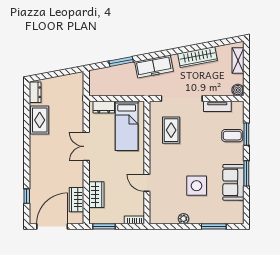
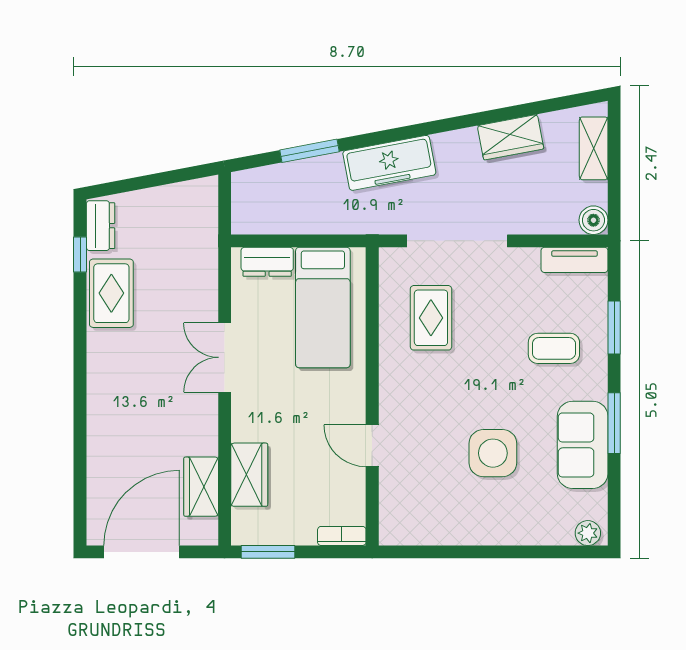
wardrobe: (198, 57) -> (511, 137), width x0.67
tv unit: (217, 106) -> (574, 260), moved
coffee table: (232, 136) -> (554, 348), moved
window: (27, 196) -> (80, 254), moved
plant: (183, 219) -> (588, 533), moved
window: (214, 226) -> (535, 552), removed

